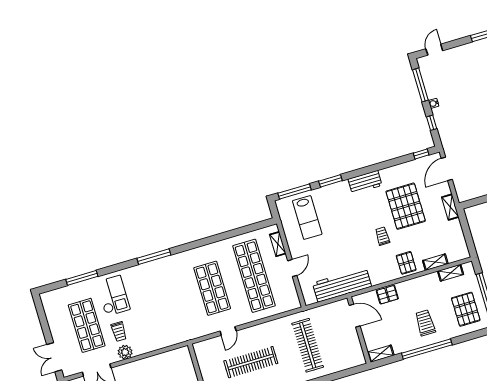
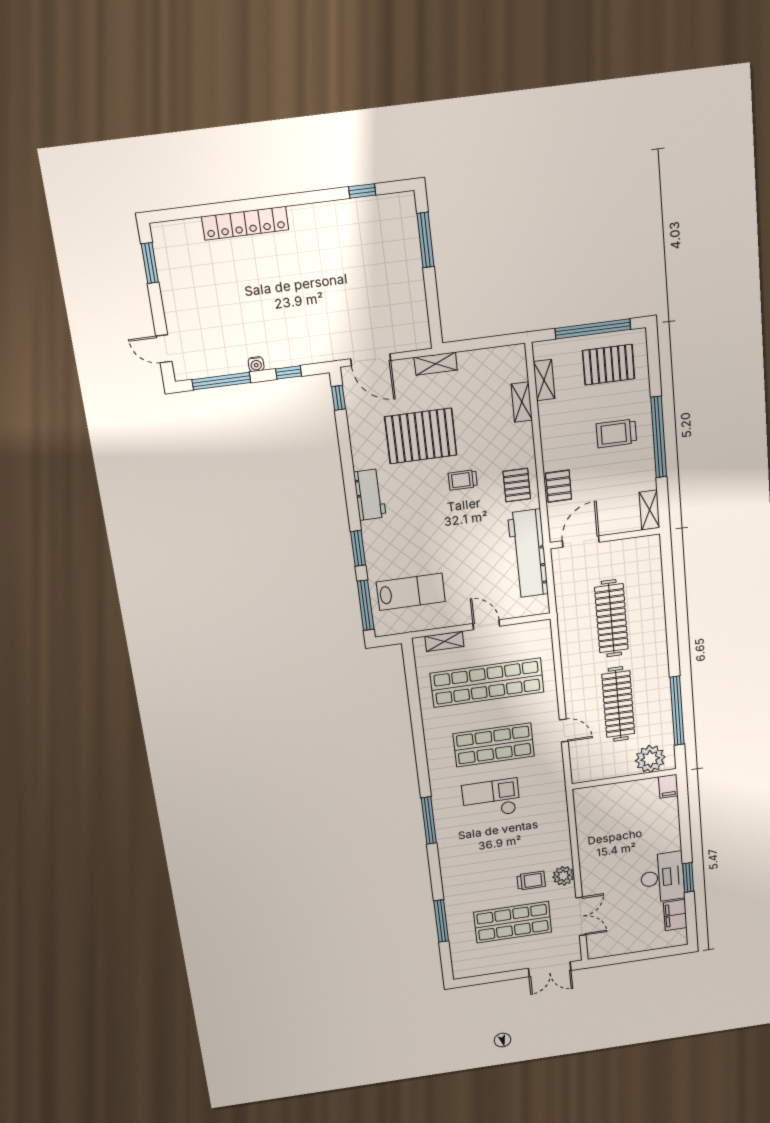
pallet: (406, 263) -> (517, 485), moved, turned 90
checkout: (113, 296) -> (491, 799), moved
clothes rail: (308, 345) -> (611, 618), turned 90

